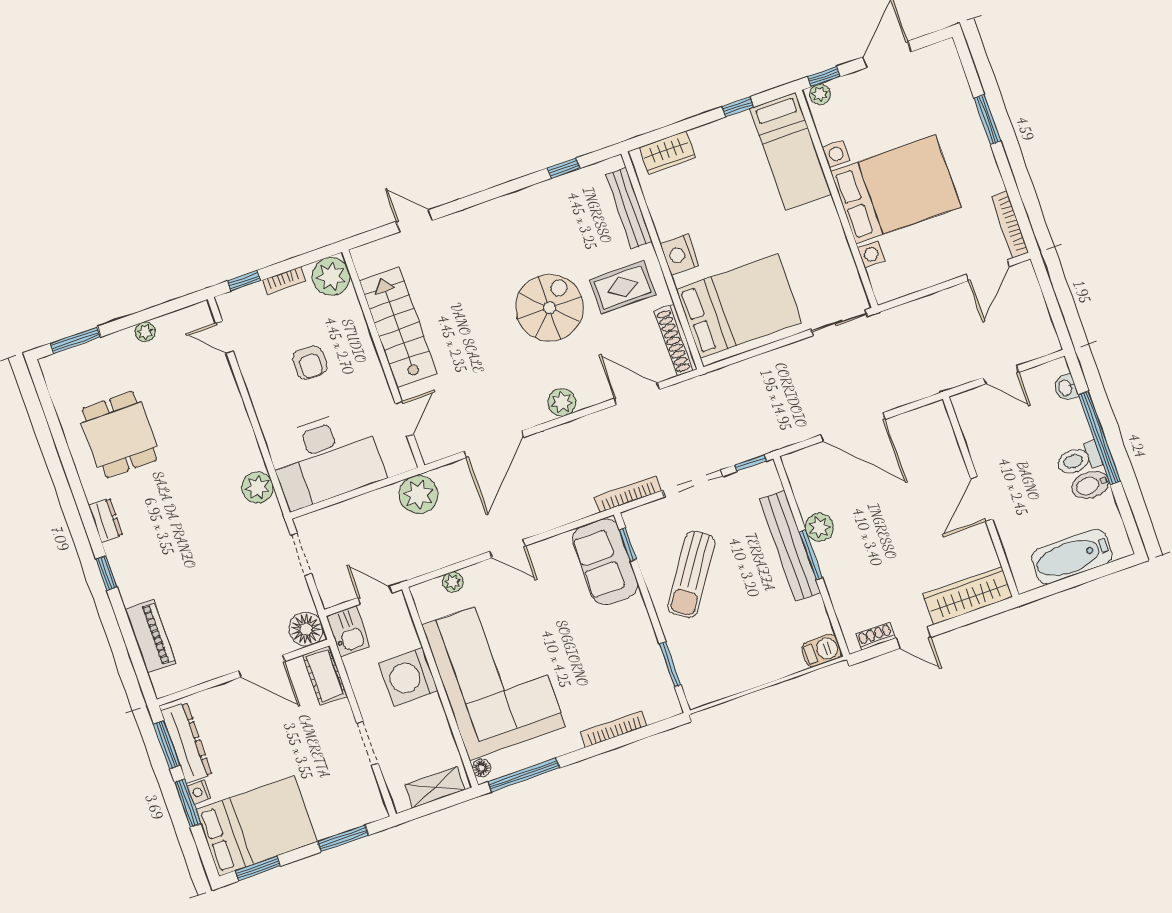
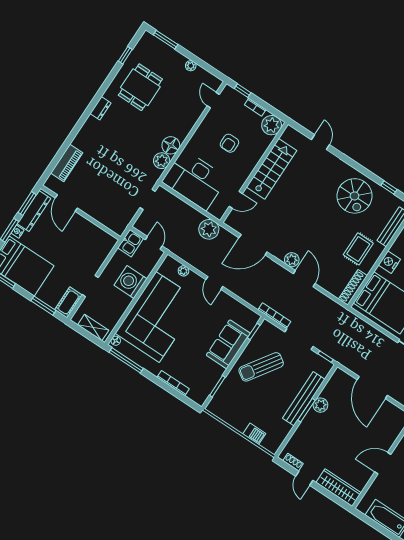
rug: (623, 287) -> (358, 249), turned 90
spiral stairs: (550, 308) -> (354, 196), moved, turned 90
door: (637, 394) -> (304, 279), moved
sofa: (605, 562) -> (228, 344), moved
window: (107, 573) -> (125, 55), moved
floor lamp: (306, 629) -> (171, 145), moved
barbecue: (822, 650) -> (254, 434), moved
door: (262, 666) -> (66, 203), moved
cot: (325, 676) -> (68, 302), moved

